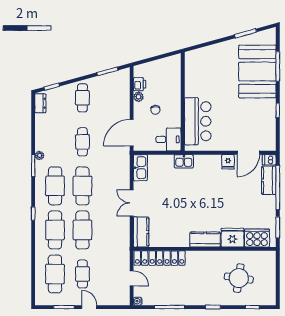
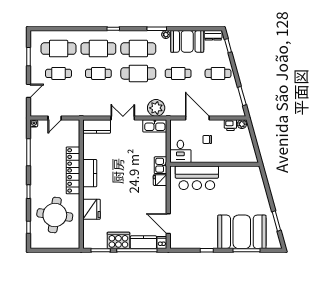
plant: (138, 97) -> (242, 124), moved
booth: (47, 132) -> (187, 41), added
door: (132, 133) -> (197, 118), moved
fridge: (228, 162) -> (160, 180), moved
plant: (121, 166) -> (156, 108), added
cafe table: (82, 230) -> (98, 73), width x0.73, depth x0.74
cooker: (257, 238) -> (118, 240), moved, turned -90
kitchen counter: (205, 240) -> (90, 173), moved
locker: (160, 258) -> (73, 170), moved
round table: (239, 278) -> (55, 215), width x1.36, depth x1.36
door: (89, 307) -> (29, 91), moved

